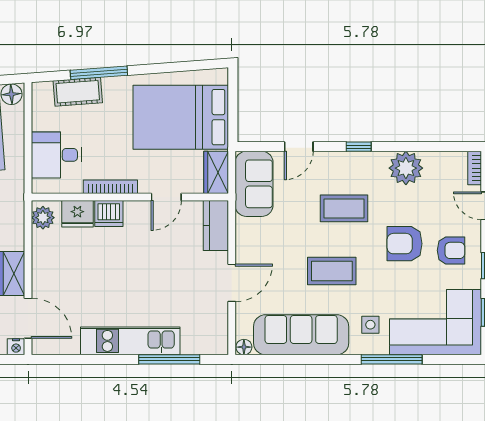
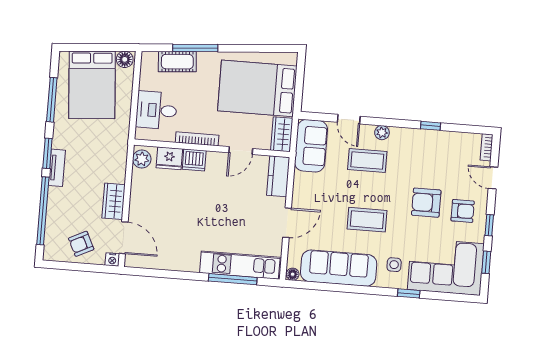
door: (299, 147) -> (349, 119), hinge flipped
window: (359, 147) -> (431, 126), moved
plant: (406, 168) -> (382, 133), moved, width x0.53, depth x0.53
coffee table: (344, 208) -> (367, 160), moved
kitchen unit: (130, 341) -> (240, 265), moved
window: (392, 359) -> (409, 293), width x0.46

